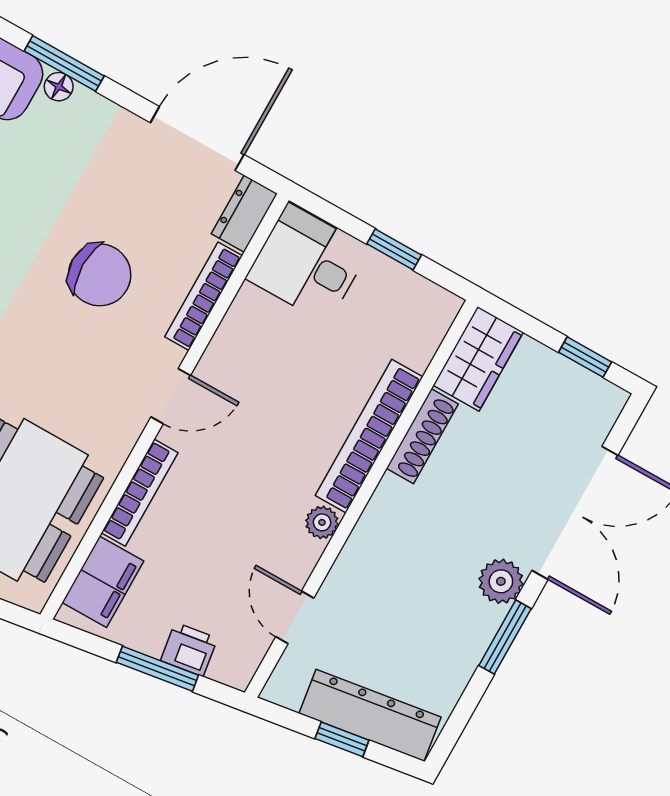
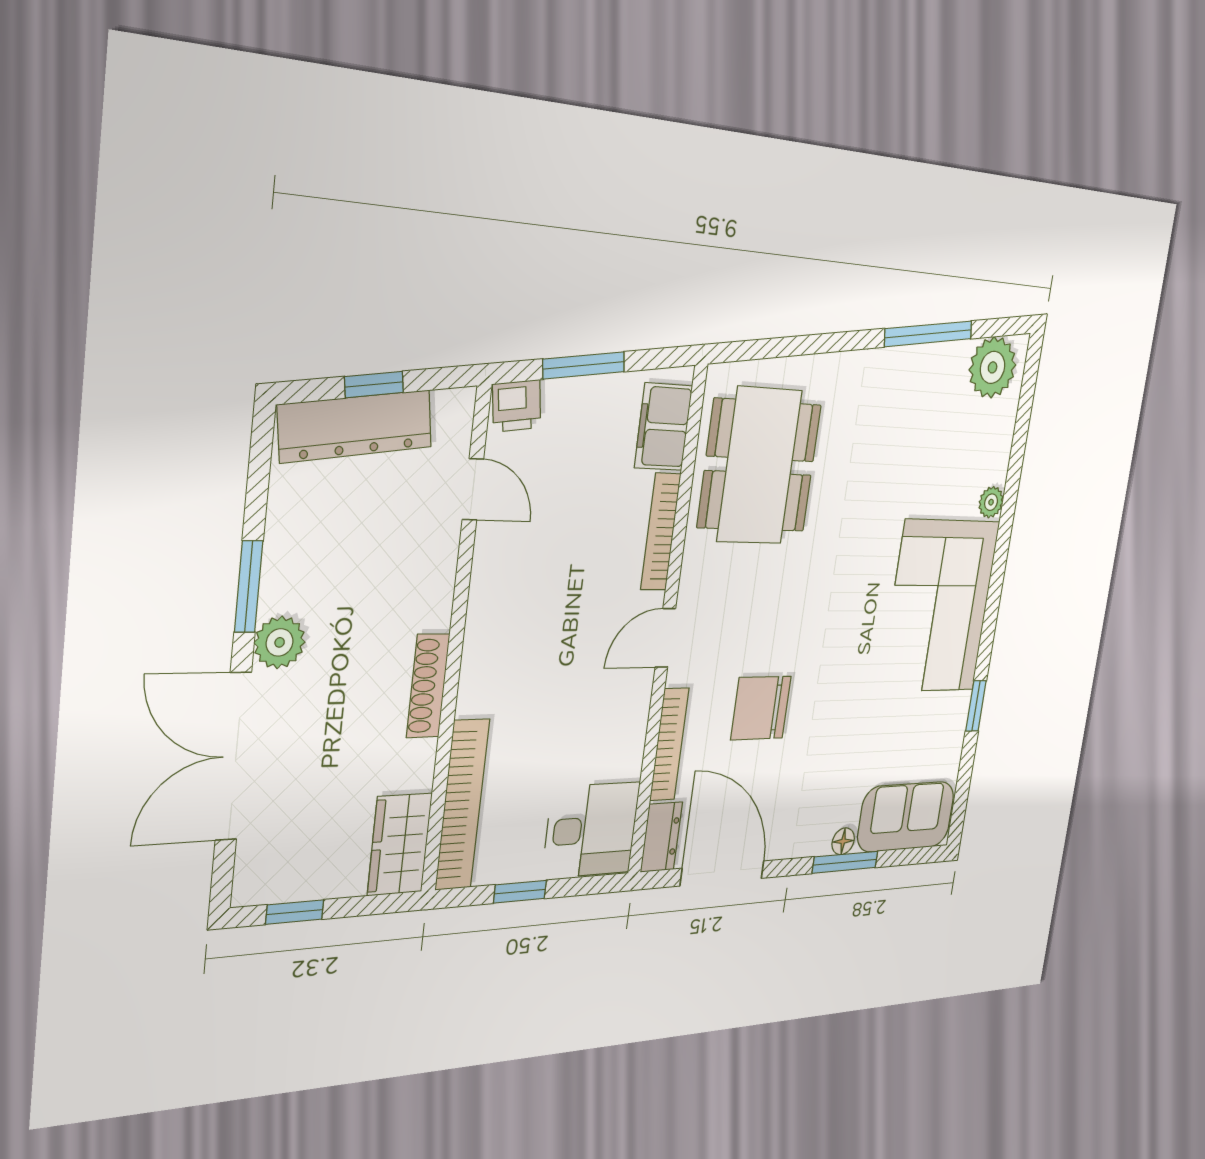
door: (197, 139) -> (722, 873), swing flipped
bookcase: (369, 436) -> (462, 805), moved
shoe rack: (422, 436) -> (428, 686), moved
plant: (322, 522) -> (484, 600), removed
printer: (189, 649) -> (517, 406), moved

